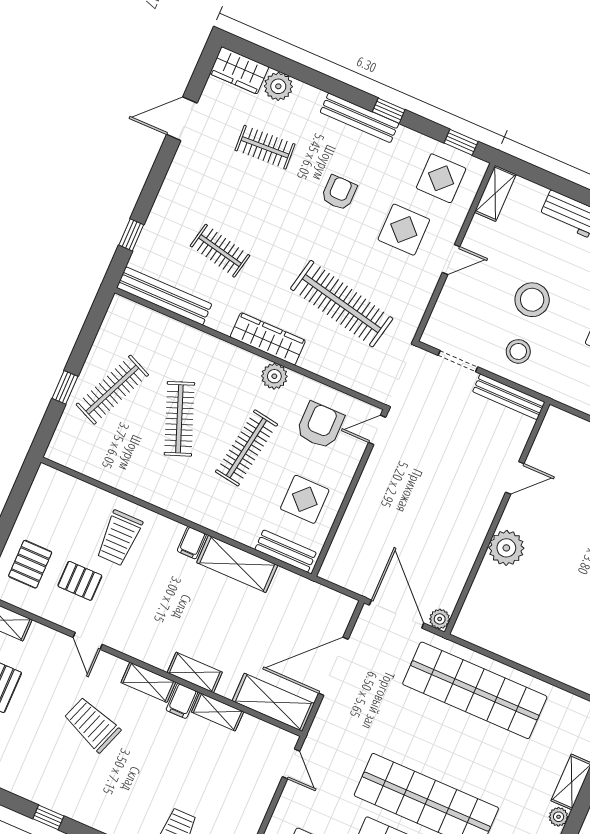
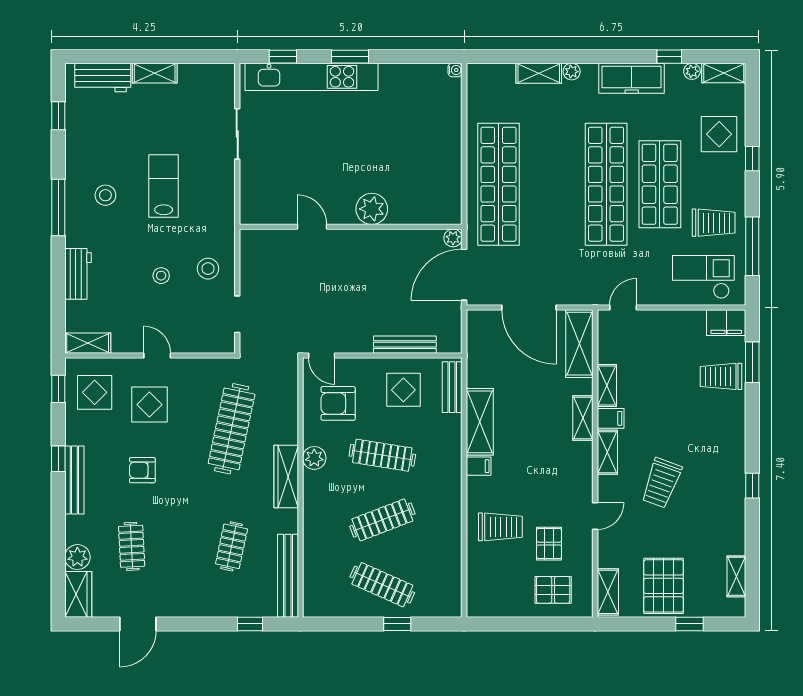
door: (182, 119) -> (138, 624), hinge flipped
stool: (532, 300) -> (161, 276), width x0.53, depth x0.53
bench: (509, 397) -> (405, 345), moved, turned 90

